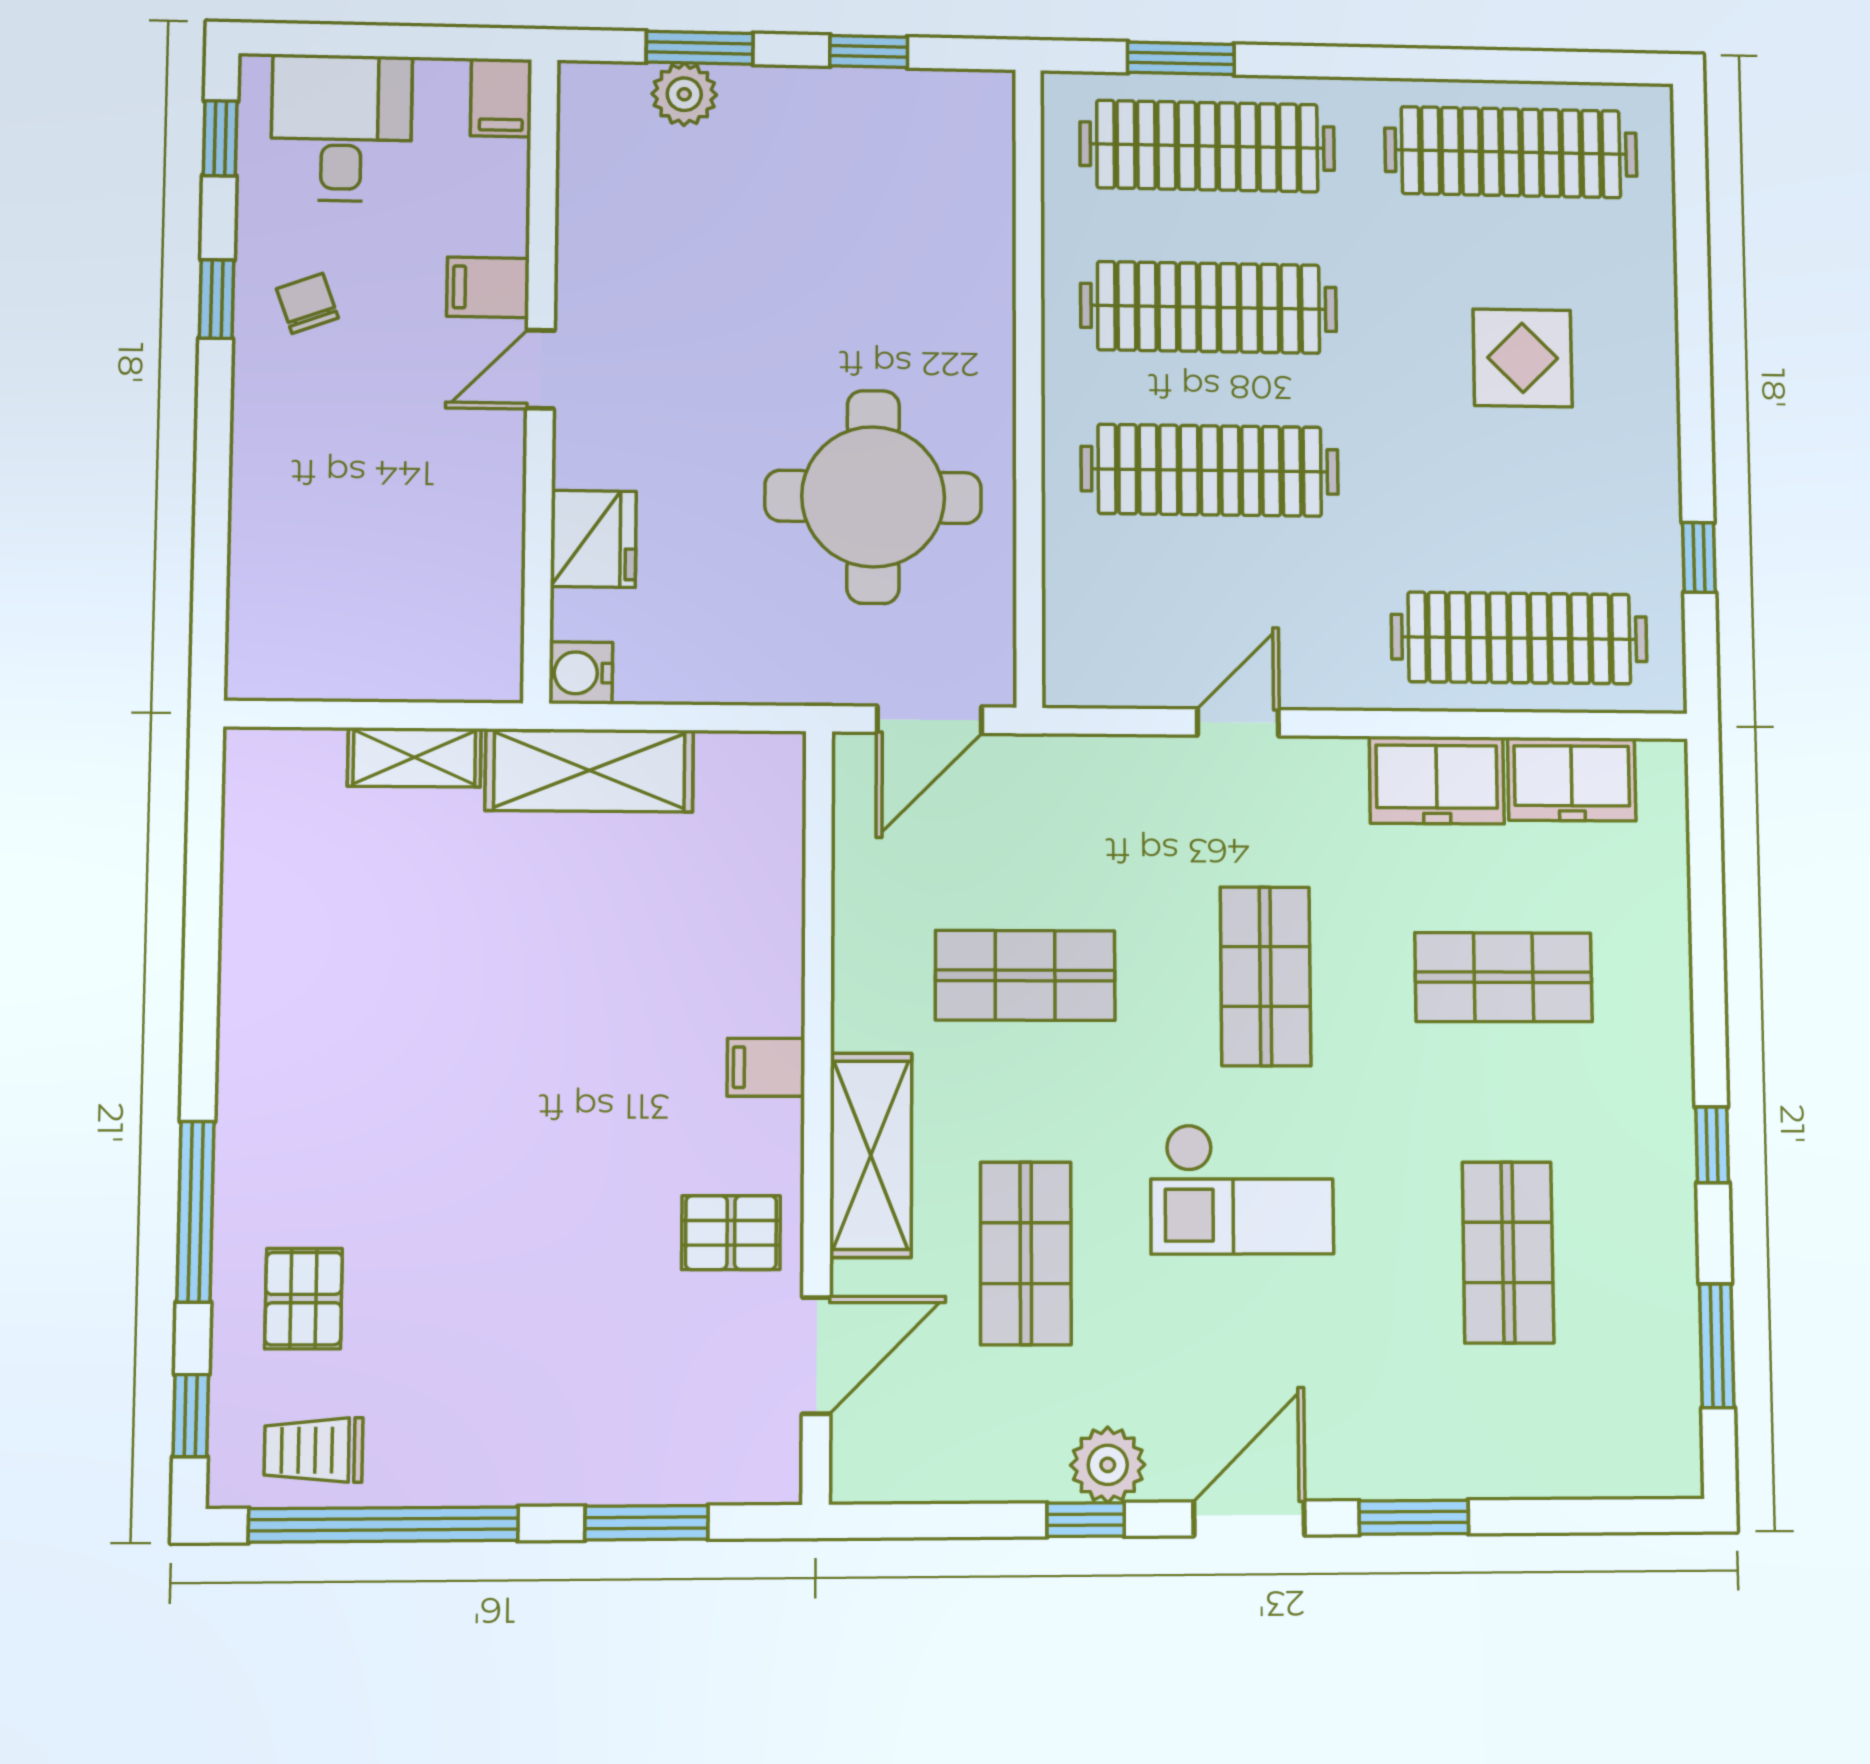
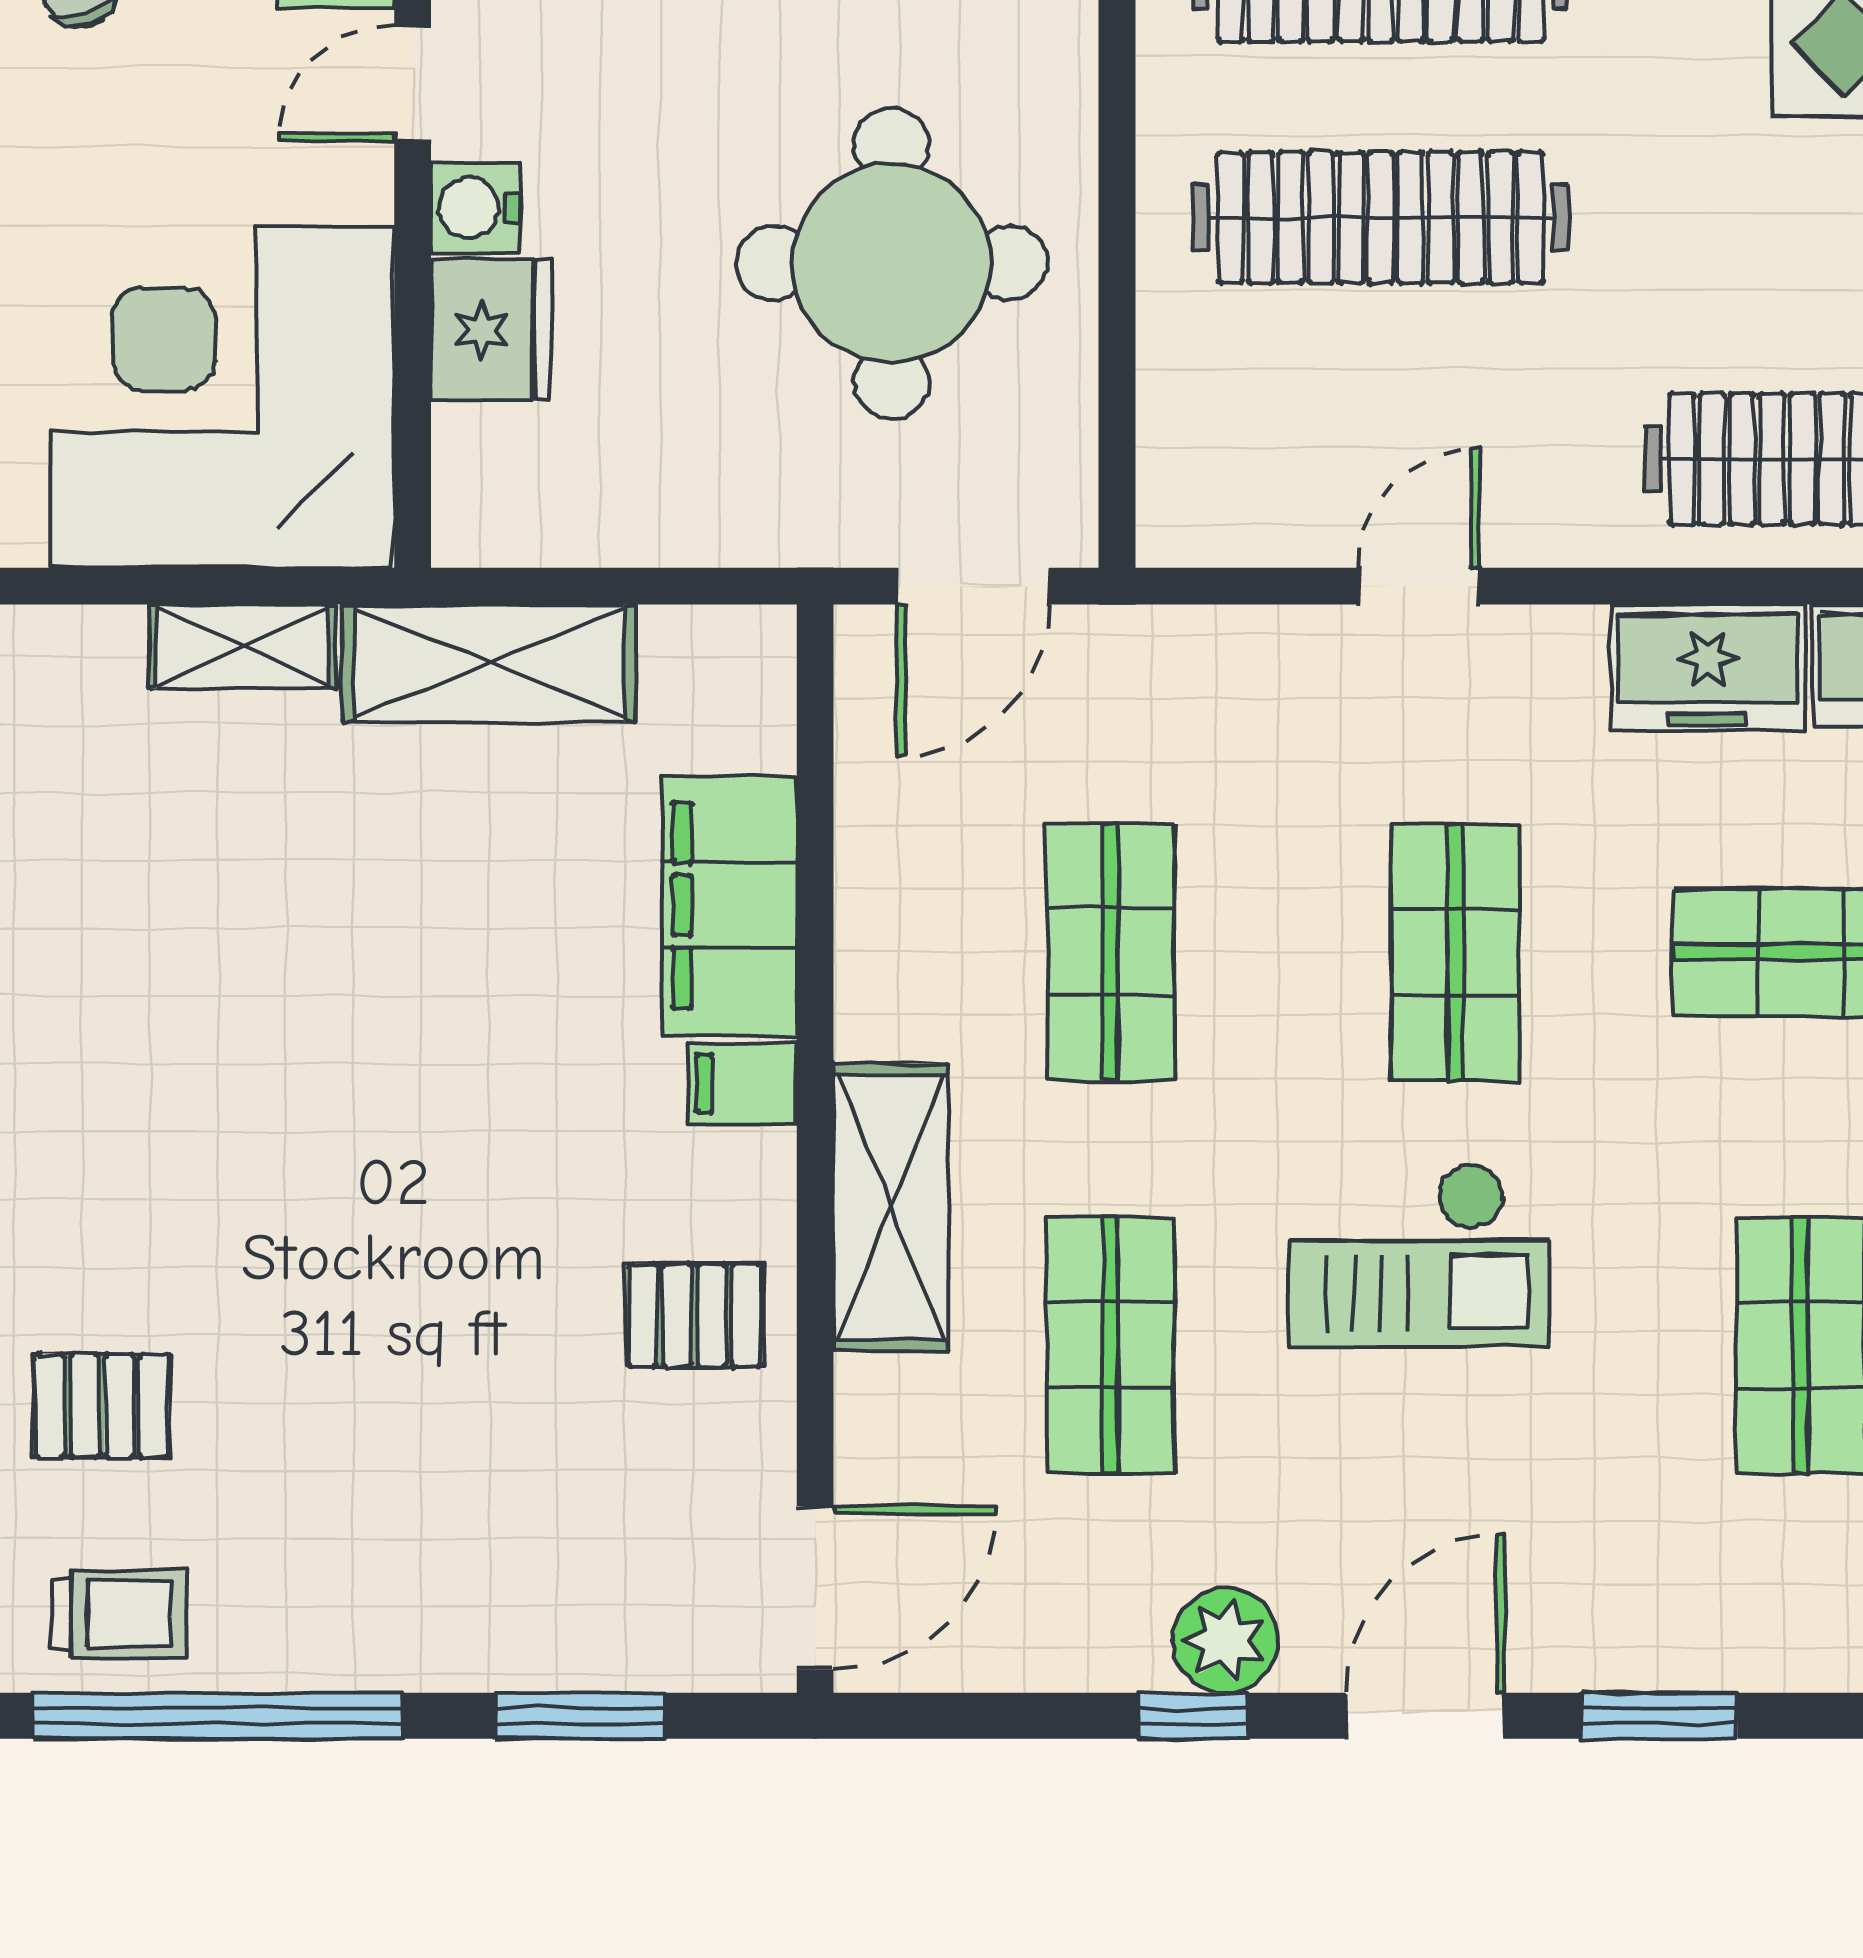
corner desk: (403, 583) -> (222, 397), added
water cooler: (581, 673) -> (476, 208), moved
filing cabinet: (758, 941) -> (729, 905), added
shop shelf: (1025, 975) -> (1110, 952), turned 90
pallet: (304, 1299) -> (102, 1406), turned 90
door: (816, 1356) -> (815, 1588), moved
trolley: (314, 1450) -> (120, 1614), turned 180

